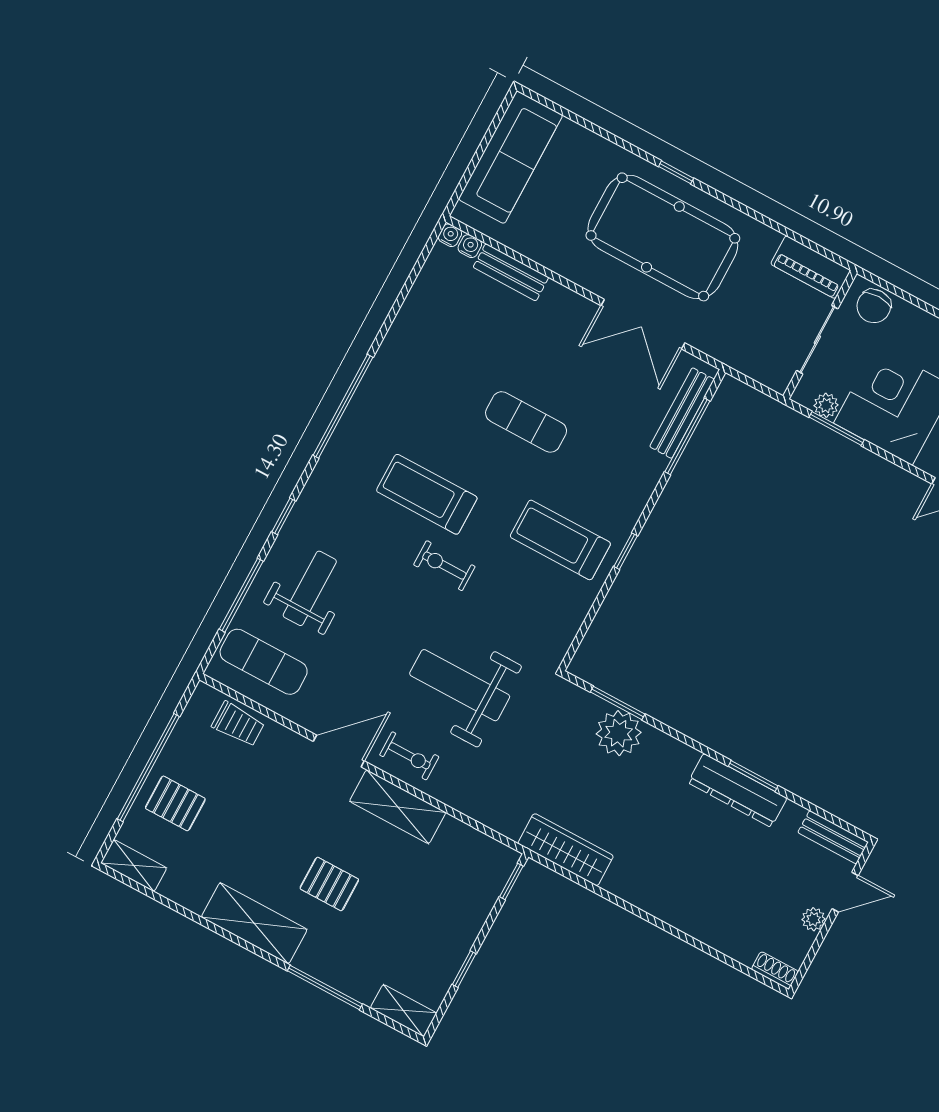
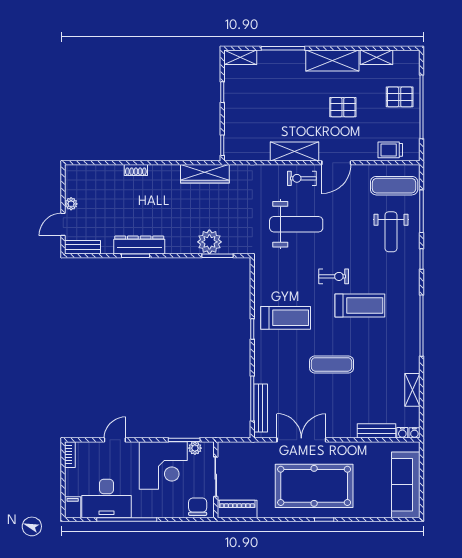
shelving: (415, 308) -> (412, 390), added
shelving: (134, 865) -> (377, 57), moved
pallet: (329, 884) -> (343, 107), moved
shoe rack: (775, 970) -> (136, 170), moved

